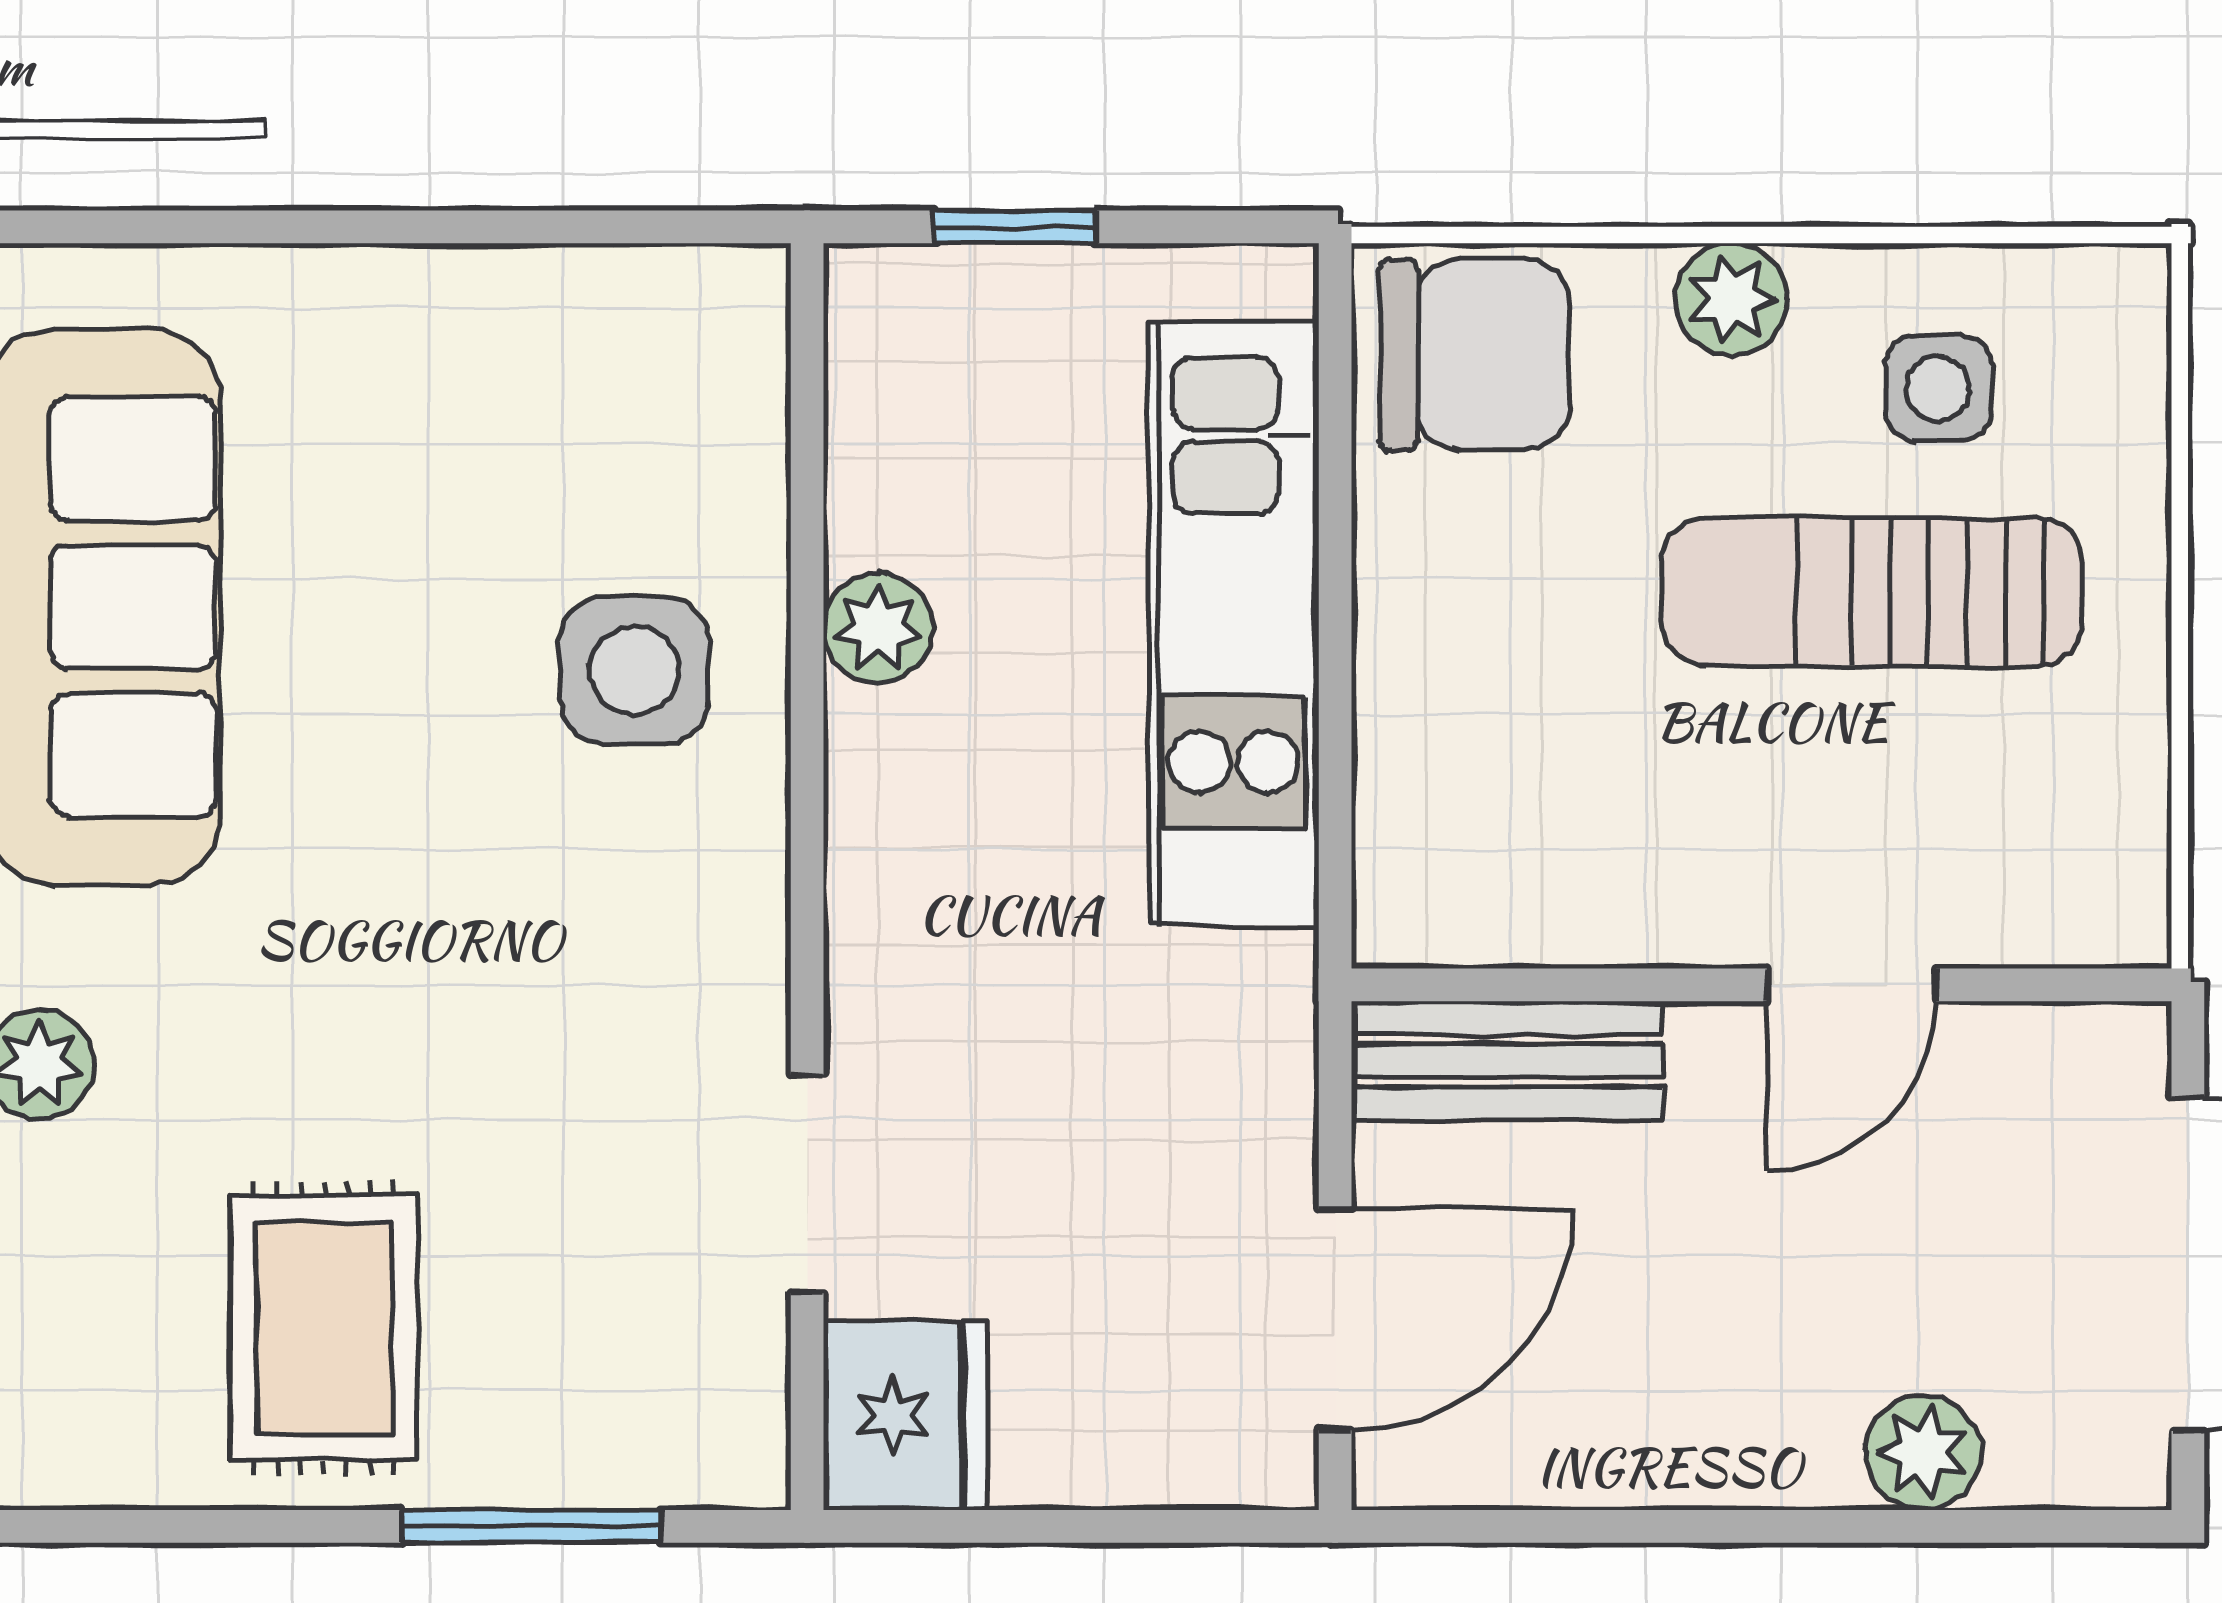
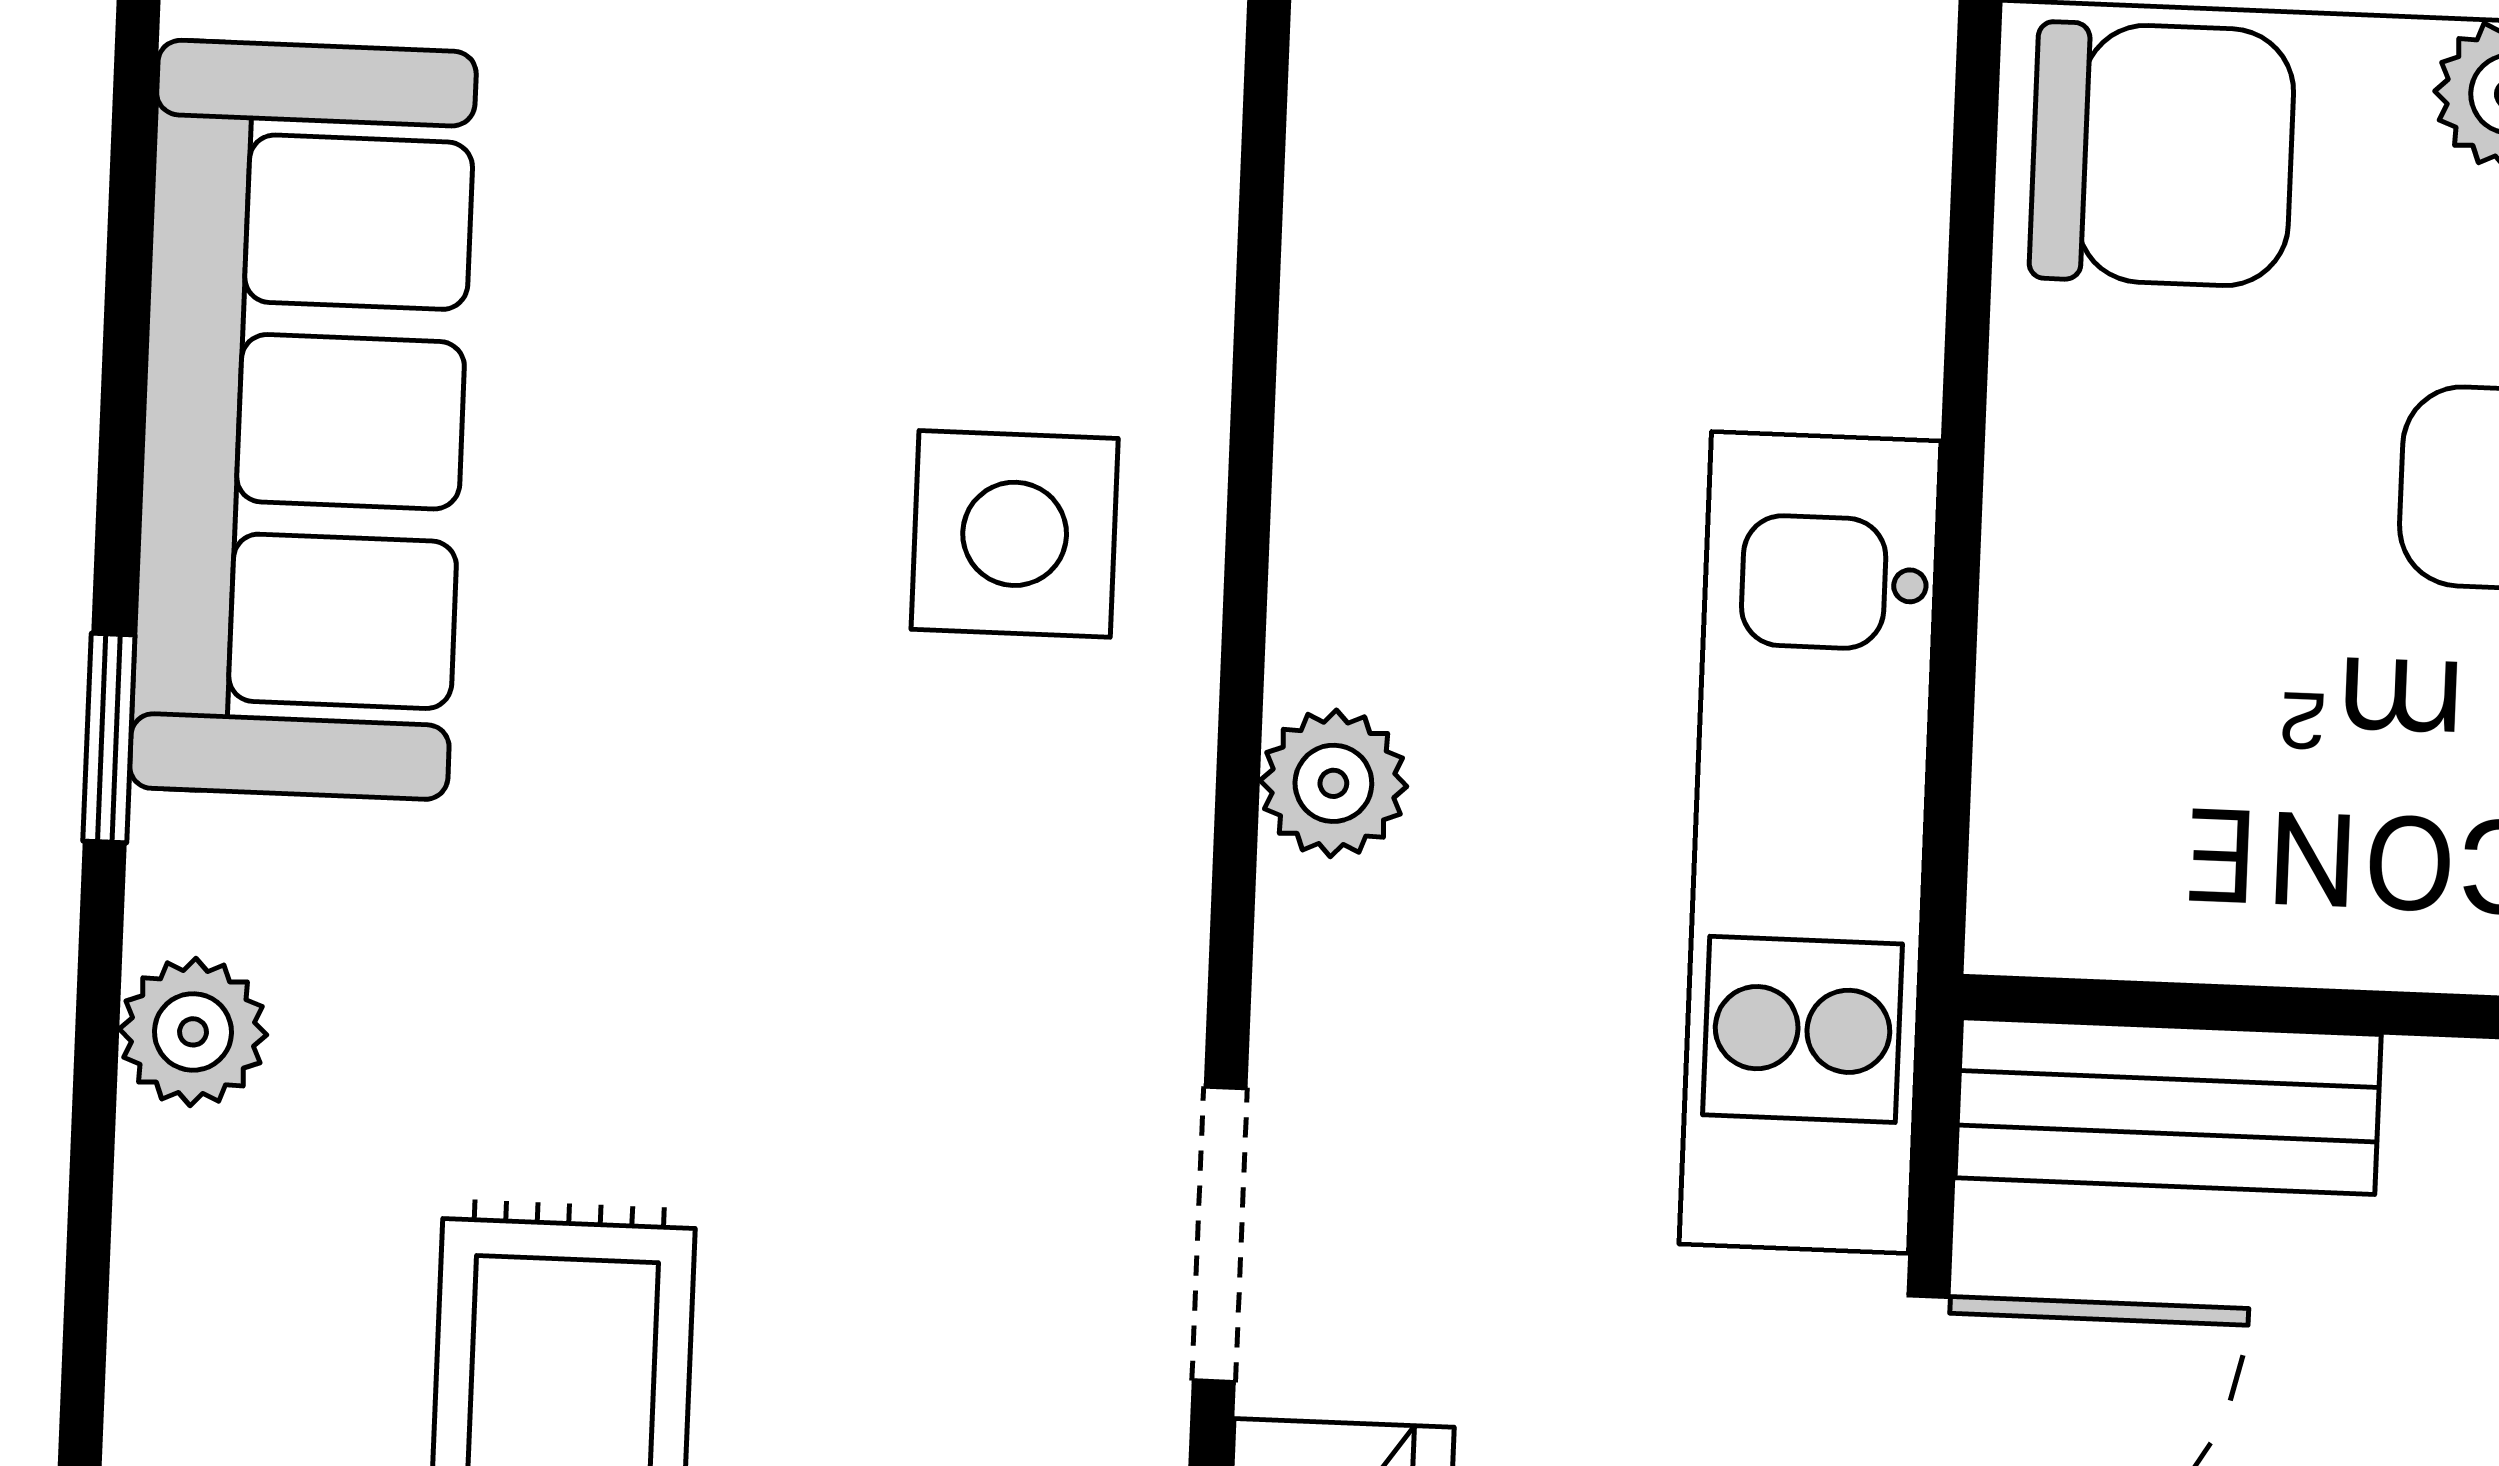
kitchen unit: (1234, 623) -> (1810, 842), moved
plant: (878, 628) -> (1333, 783), moved

